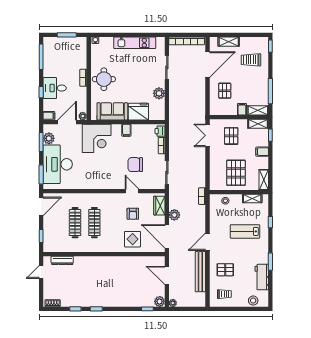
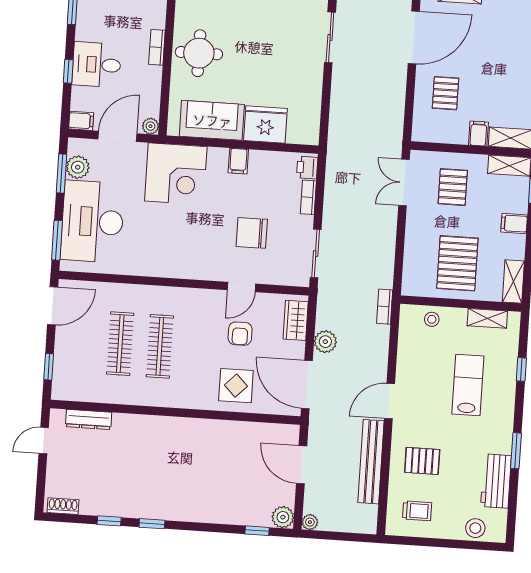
trolley: (251, 60) -> (504, 34), removed
plant: (159, 93) -> (310, 90), removed
door: (132, 191) -> (241, 287), swing flipped
lab bench: (245, 231) -> (468, 385), turned 90

